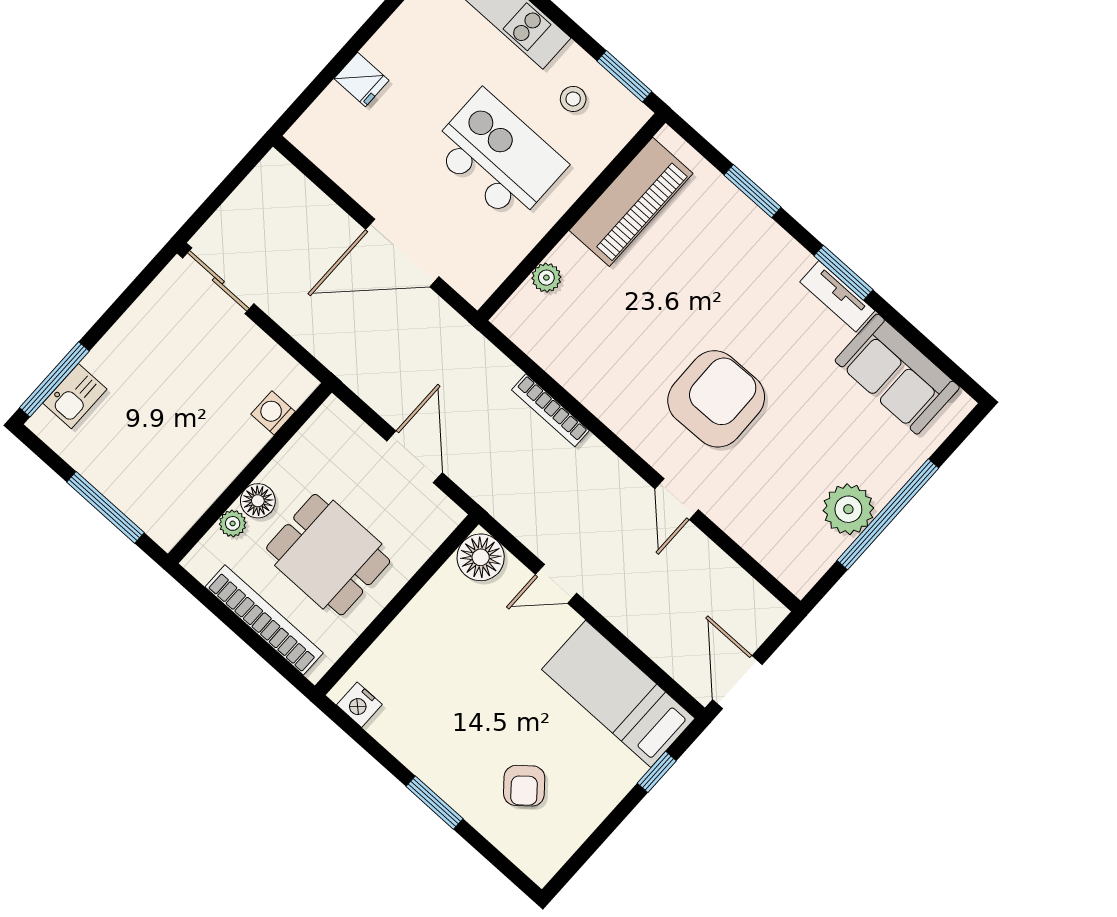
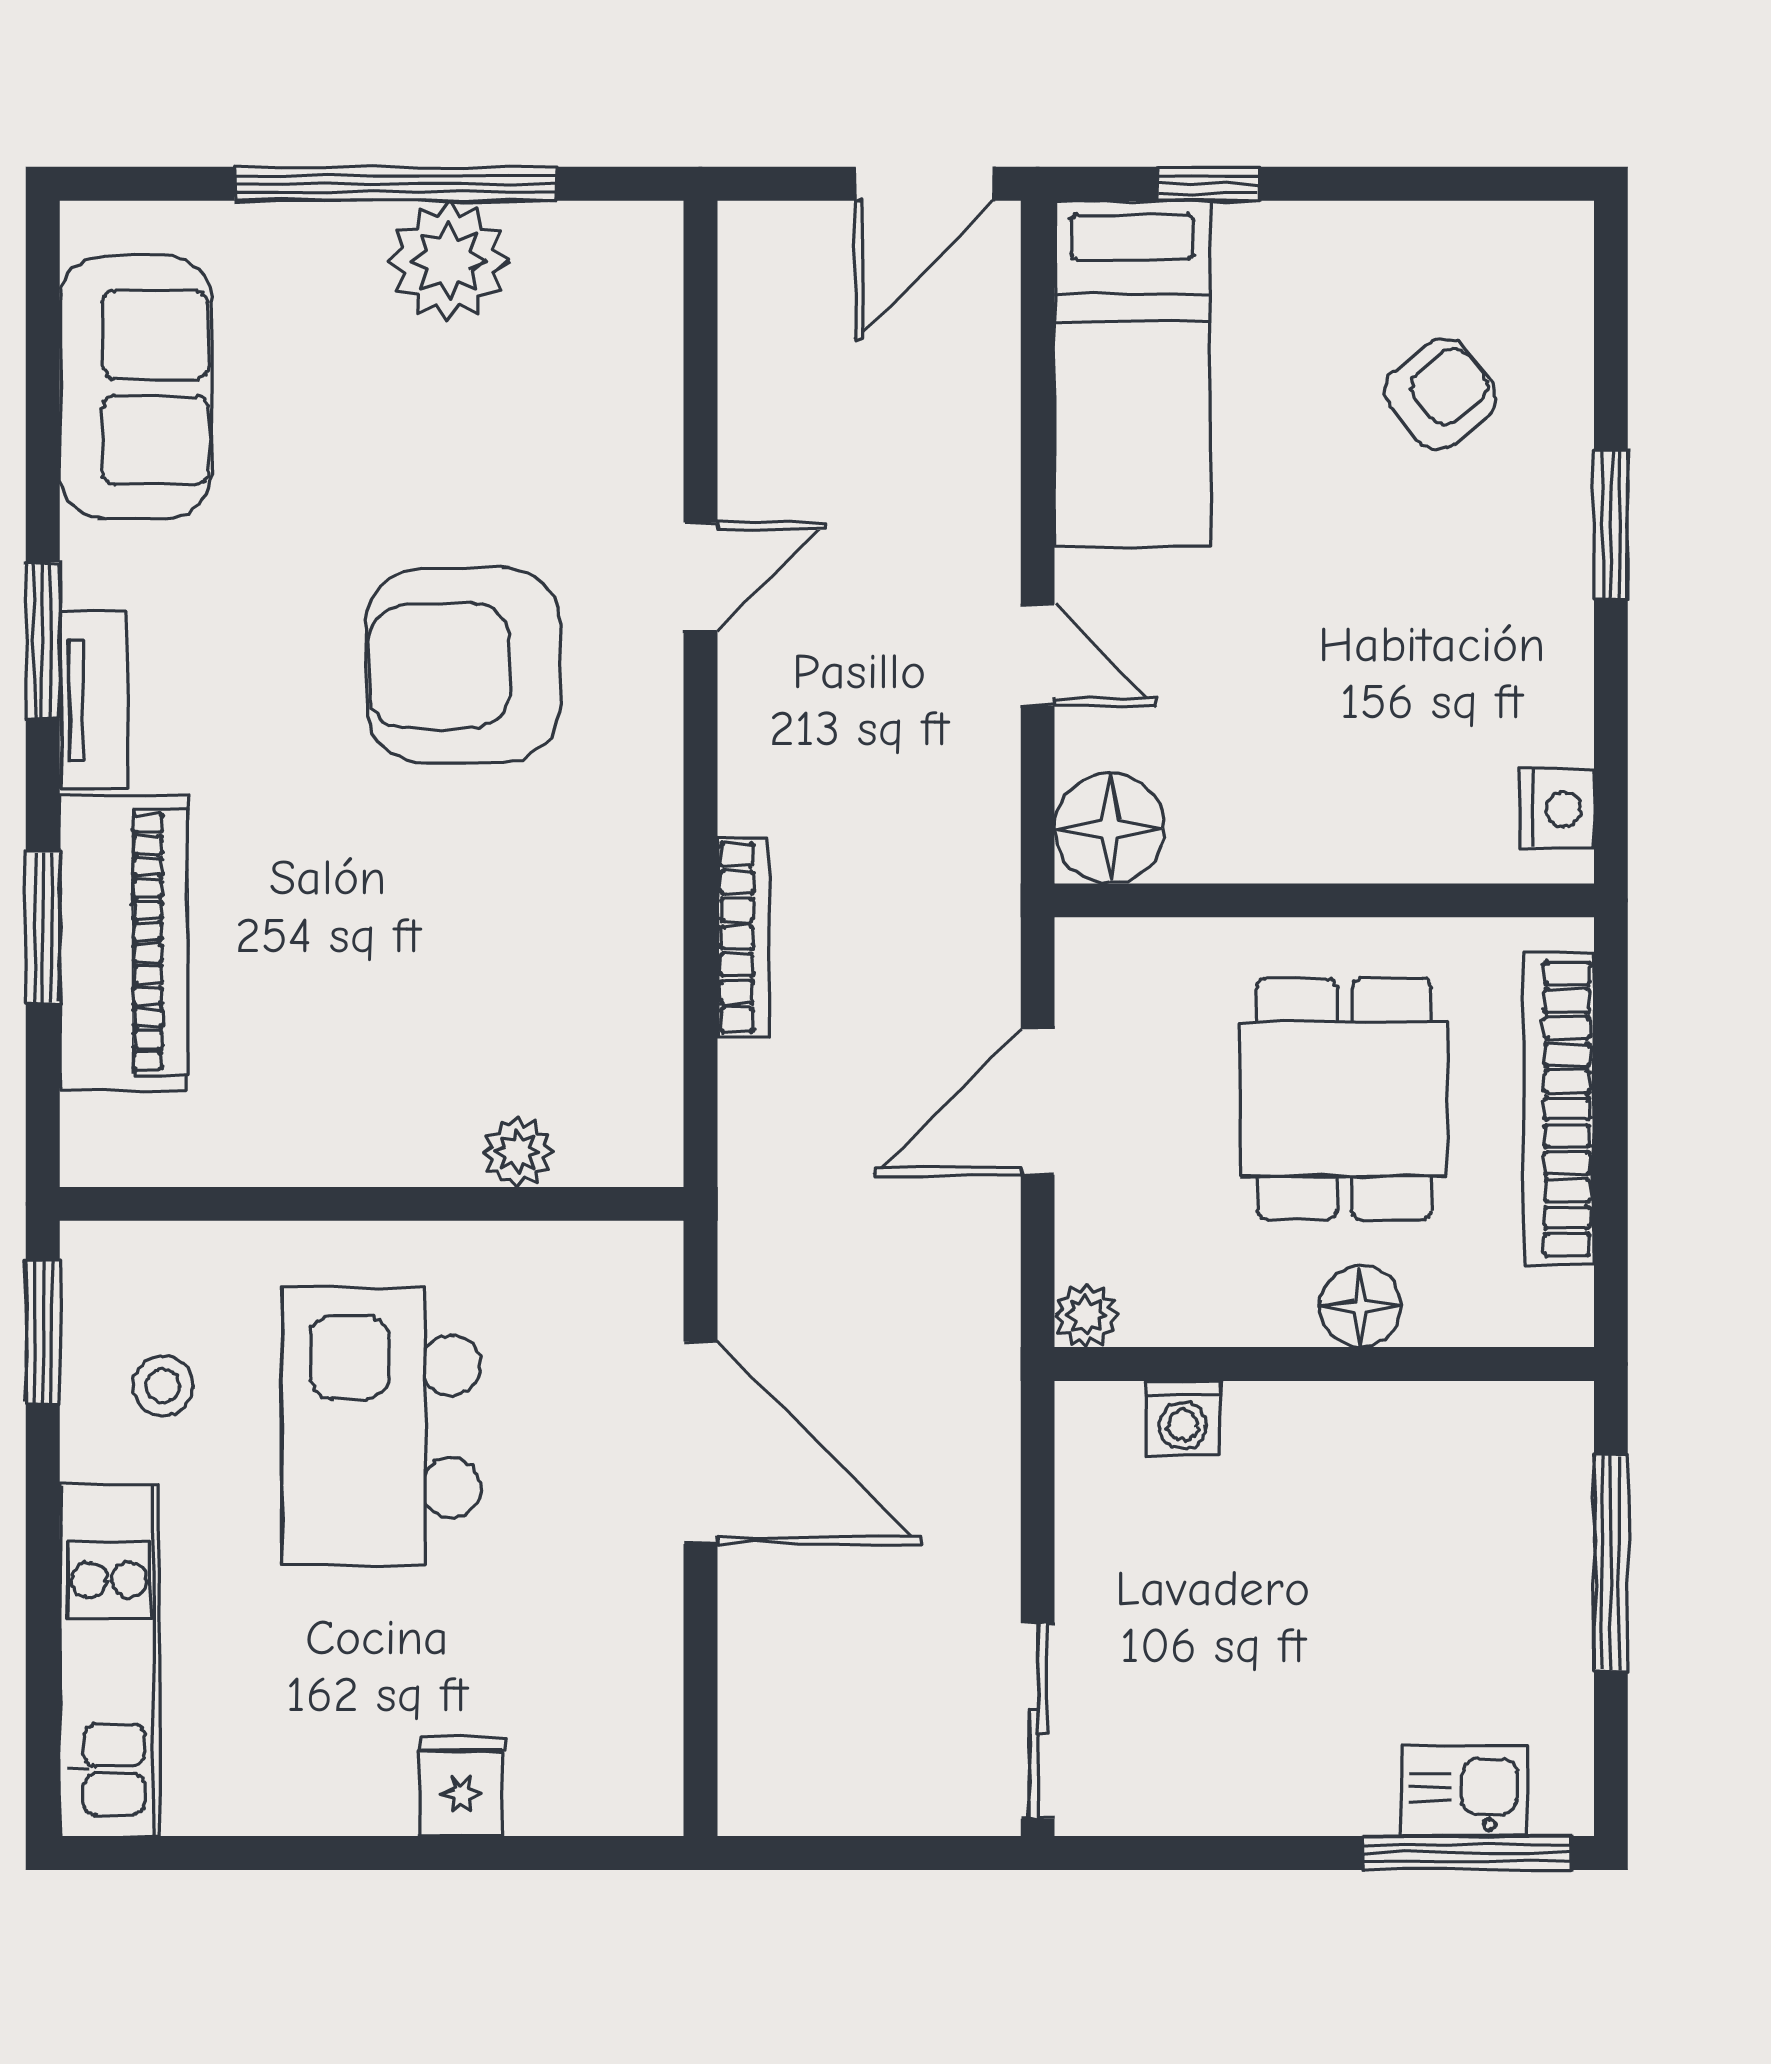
piano: (631, 202) -> (124, 942), moved, turned 90
tv unit: (837, 296) -> (94, 700), moved
plant: (233, 523) -> (1086, 1315), moved

